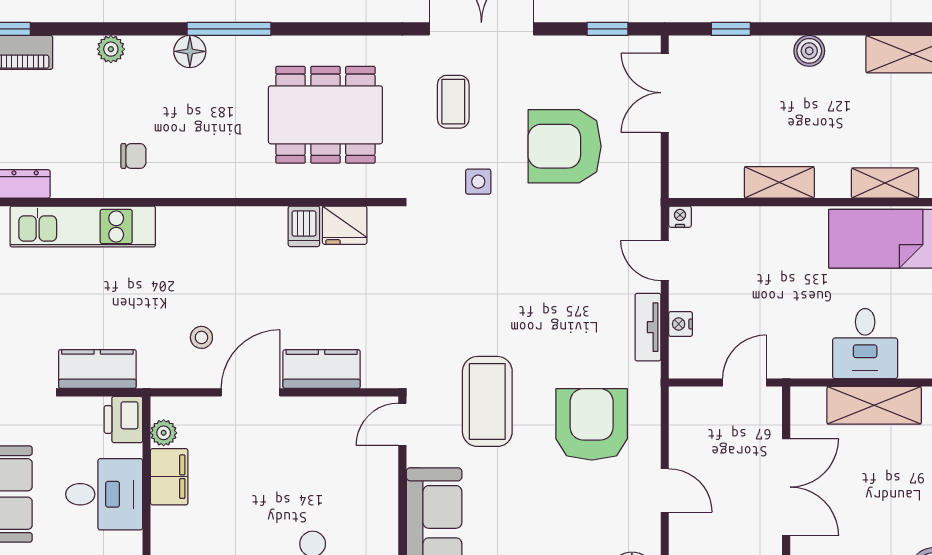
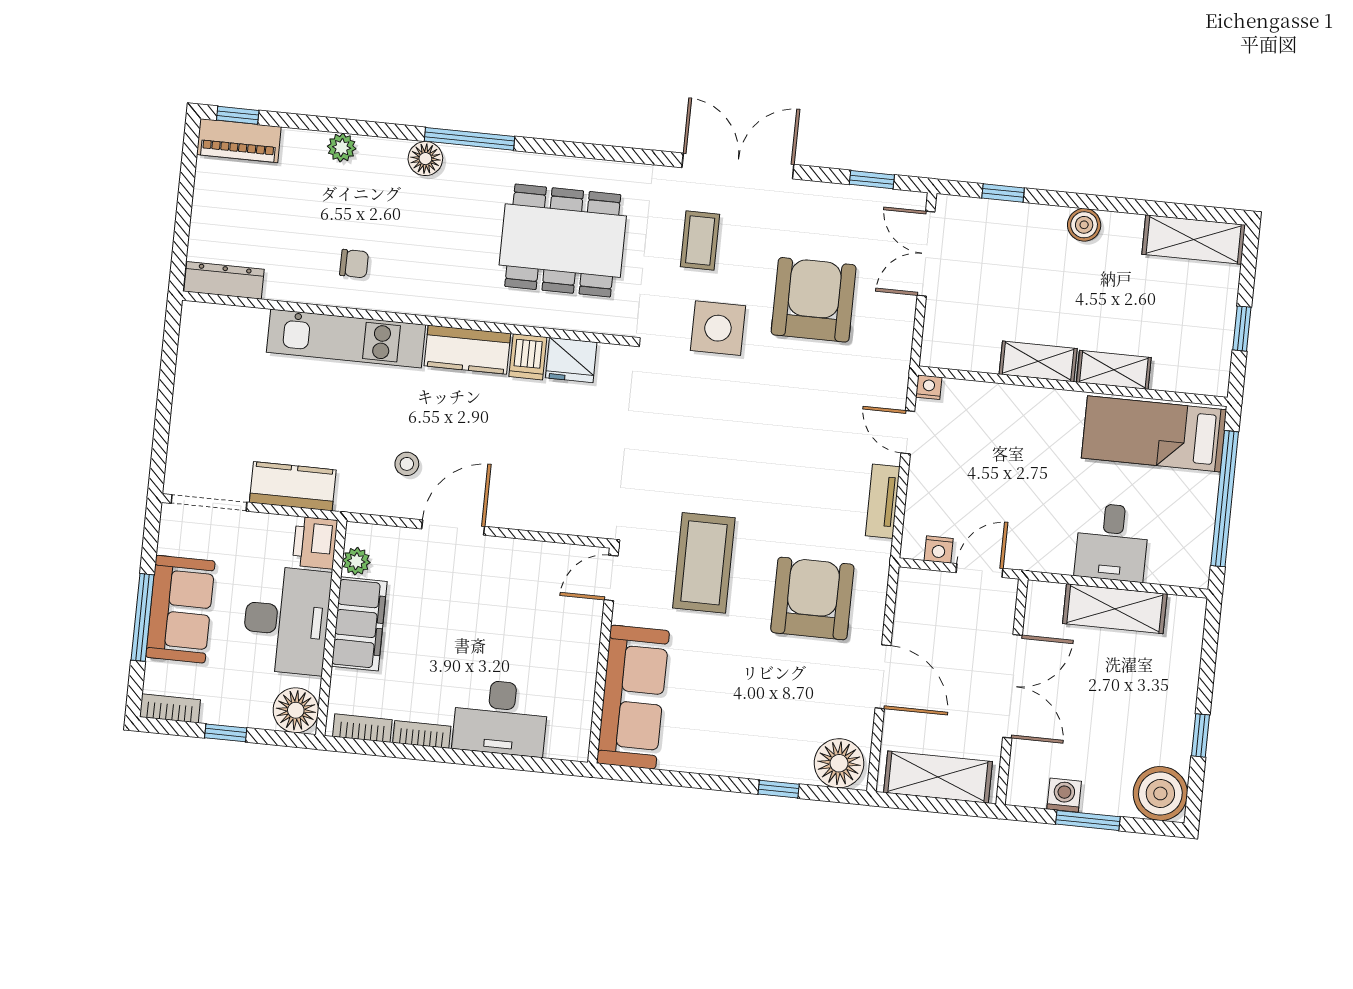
armchair: (565, 146) -> (814, 300), turned 90
side table: (478, 182) -> (718, 328), width x1.87, depth x1.87
shelving: (885, 183) -> (1114, 370), moved
kitchen unit: (83, 226) -> (346, 339), moved
nightstand: (681, 324) -> (939, 549), moved, turned -90
kitchen counter: (322, 369) -> (467, 350), moved, turned 180
filing cabinet: (169, 477) -> (359, 624), width x1.50, depth x1.17
door: (665, 490) -> (883, 677), width x1.38
desk: (104, 494) -> (286, 620), width x1.37

